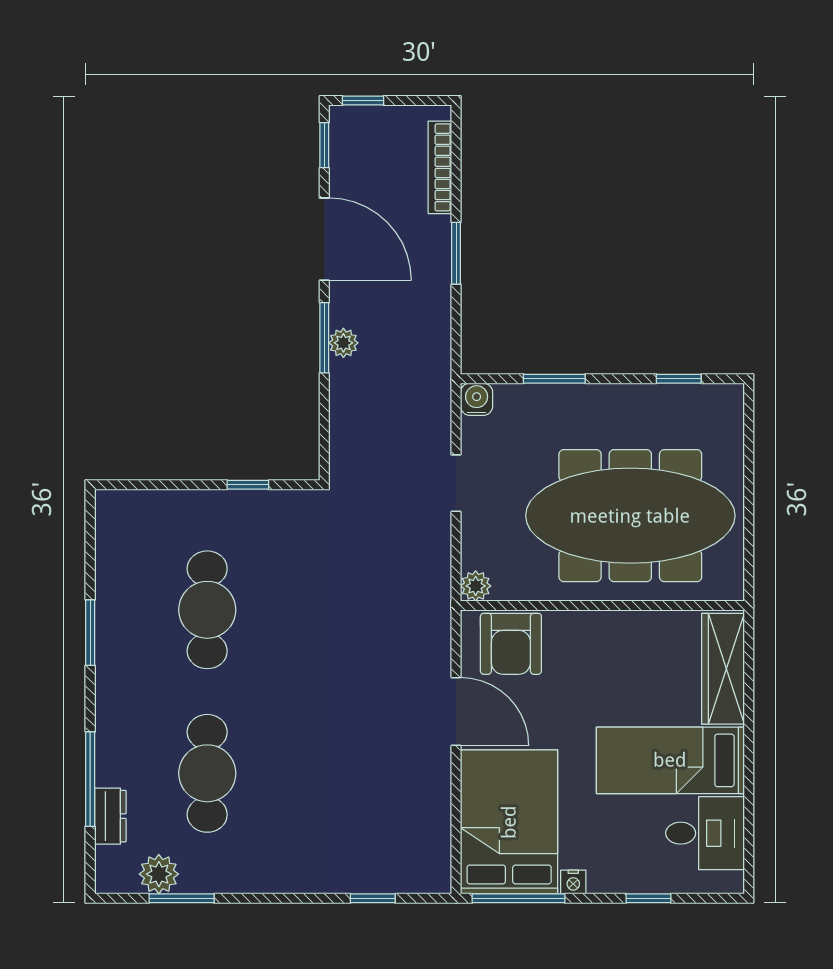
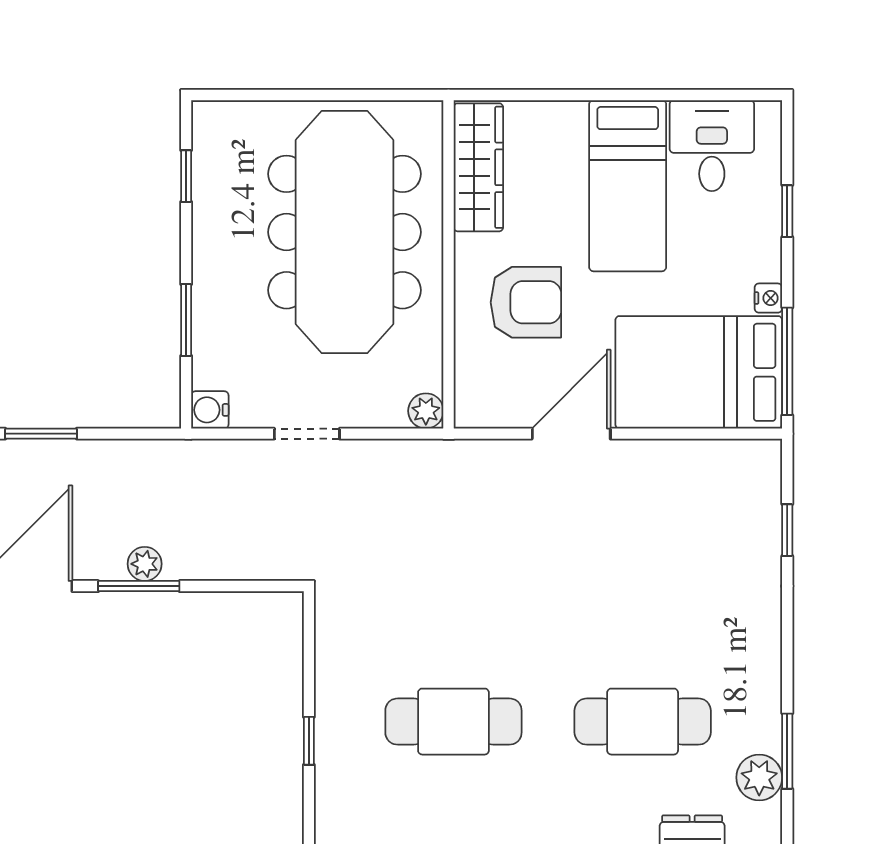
window: (248, 485) -> (309, 741), moved
armchair: (511, 644) -> (526, 302), moved
wardrobe: (723, 669) -> (478, 167), moved, turned -90

